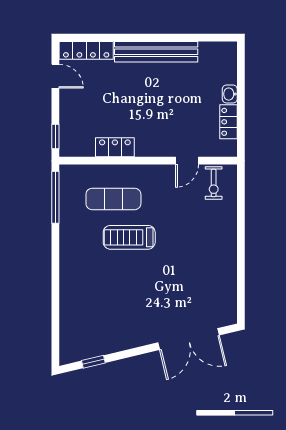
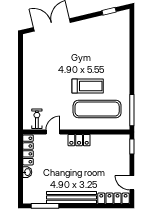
window: (200, 38) -> (45, 206), added
locker: (229, 122) -> (28, 150), width x1.53
locker: (115, 147) -> (79, 140), moved
exercise mat: (113, 199) -> (97, 109), width x1.36, depth x1.45

